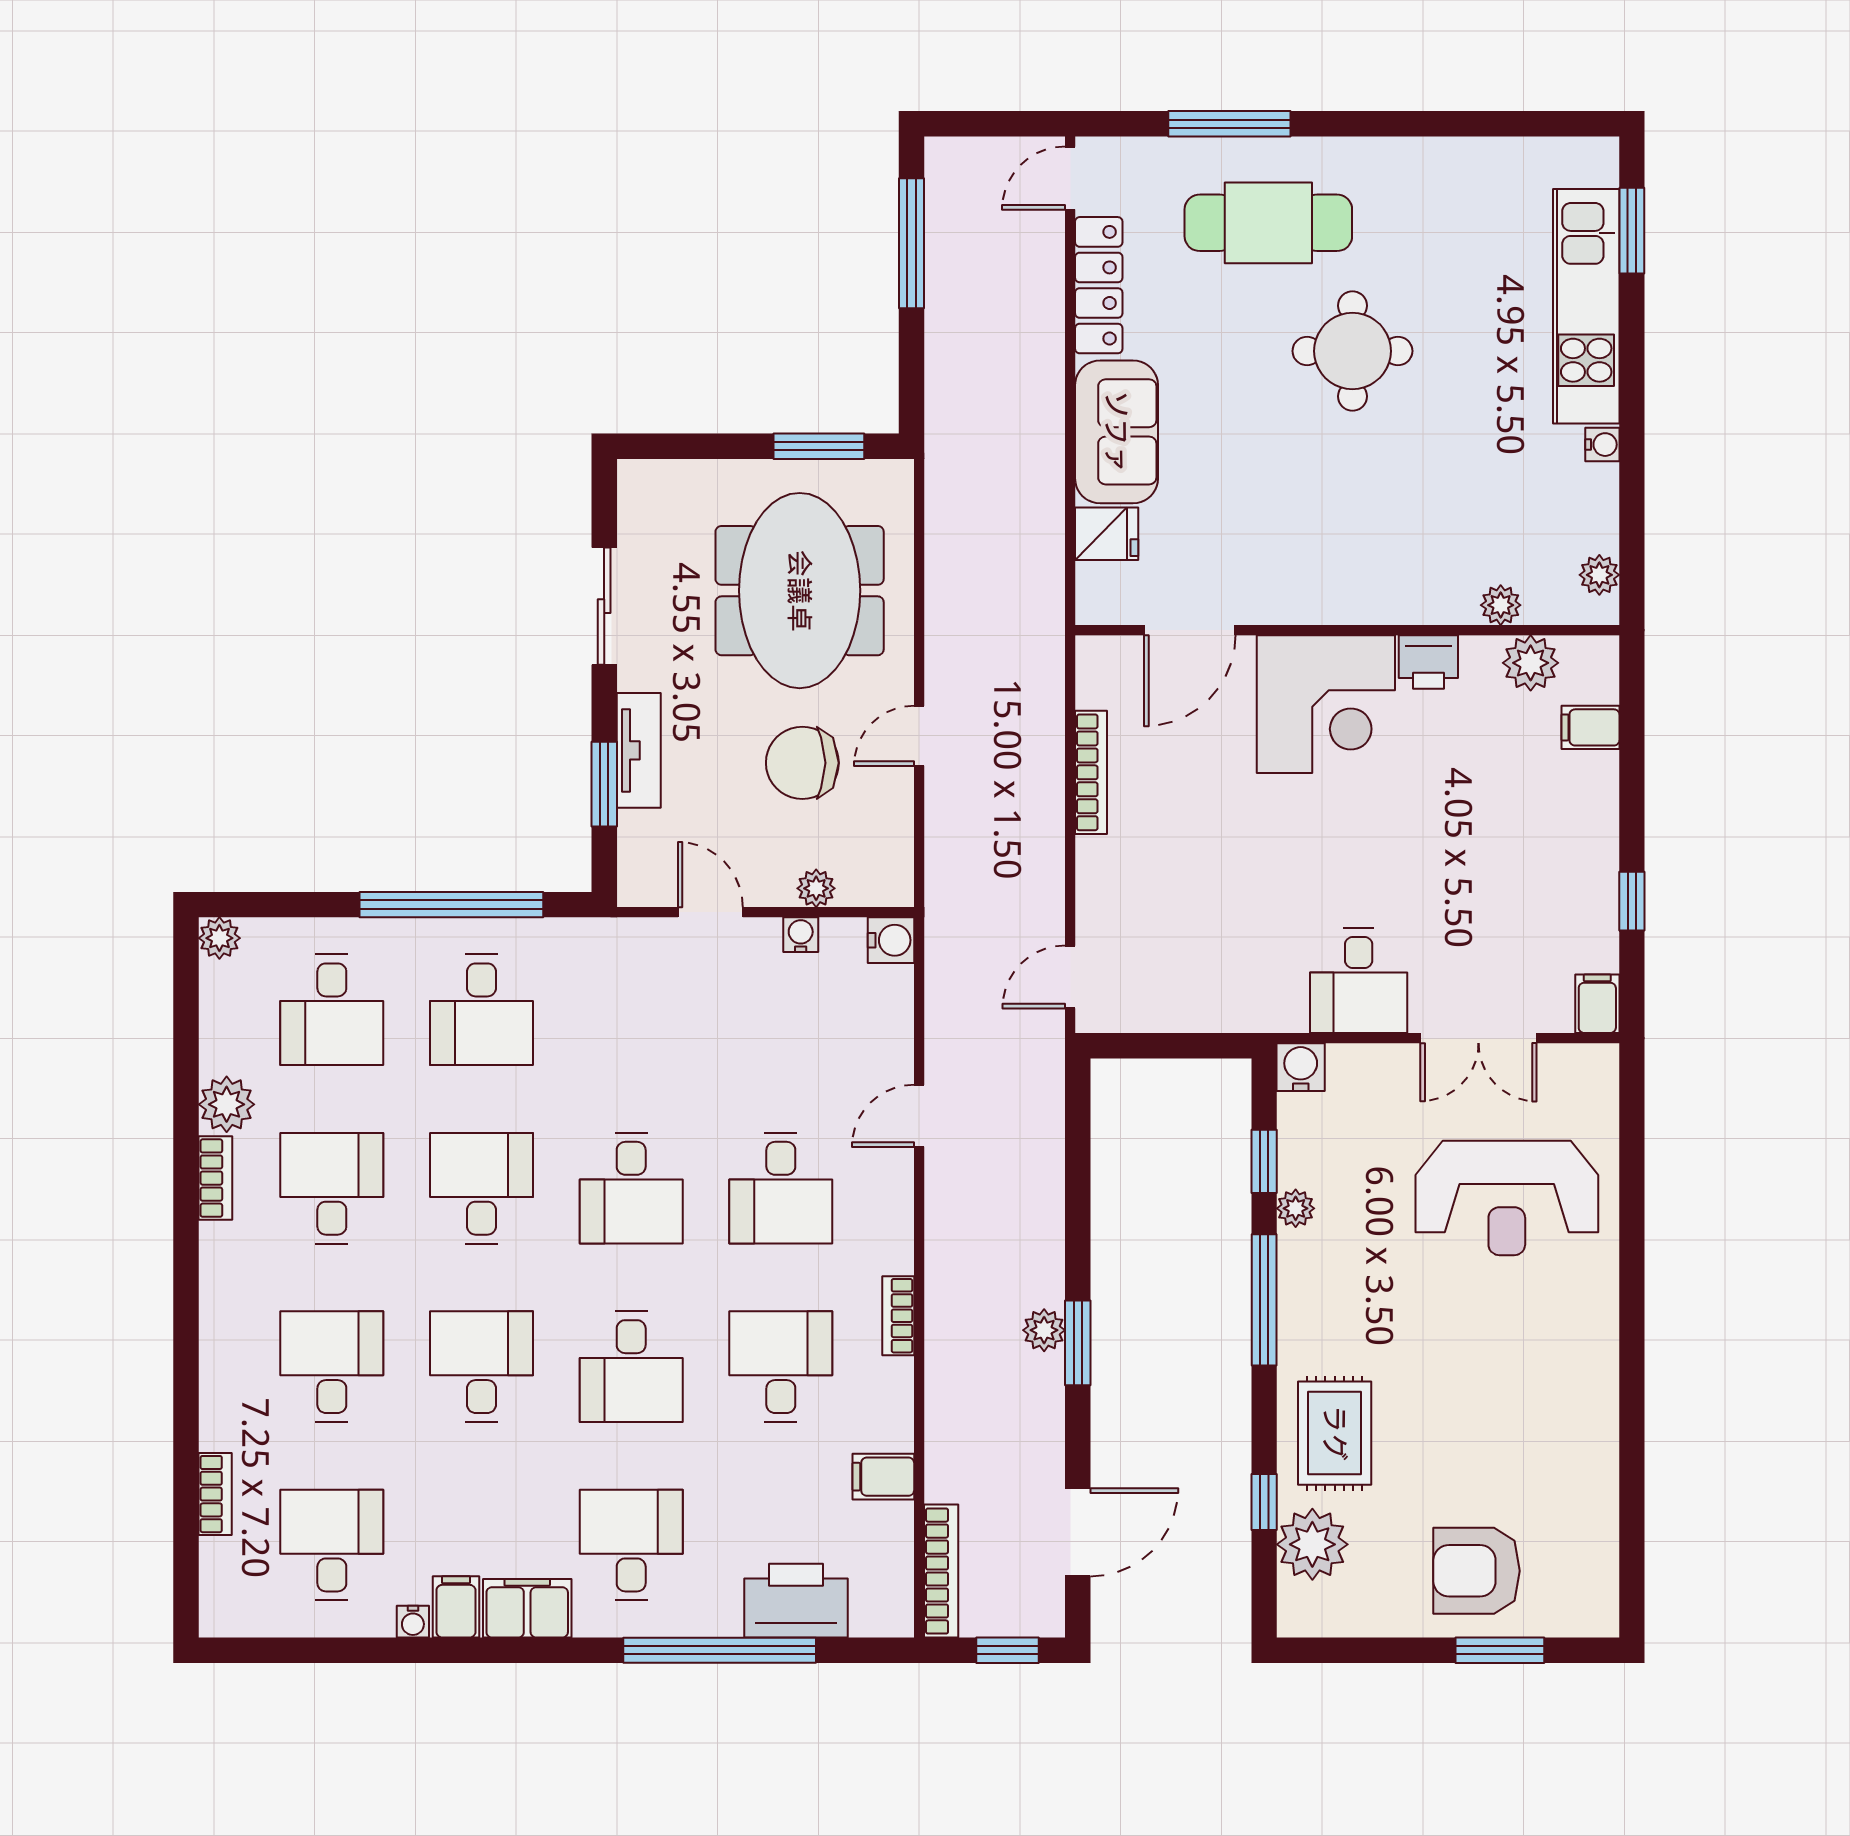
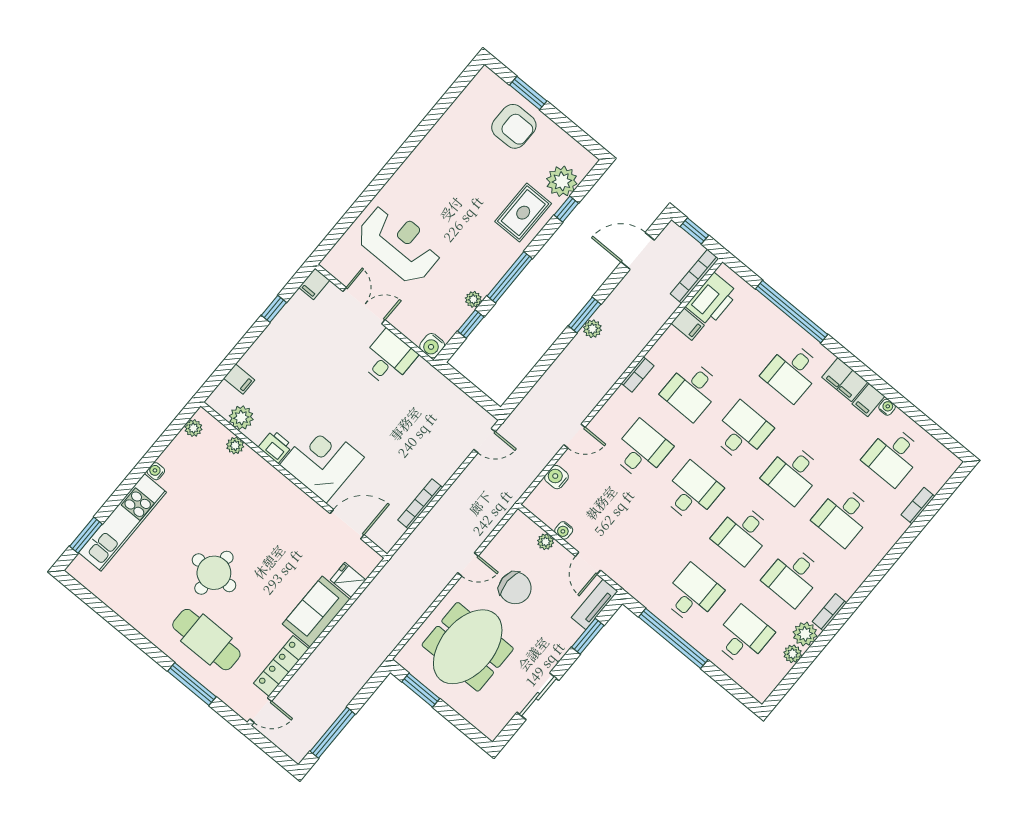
tv unit: (639, 750) -> (595, 604), moved
plant: (219, 938) -> (793, 654), moved
water cooler: (891, 940) -> (556, 477), moved
printer: (796, 1601) -> (712, 300), moved, turned -90

